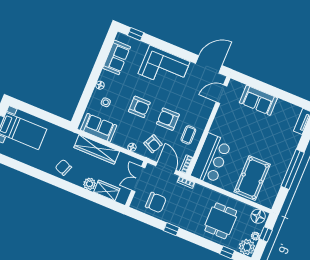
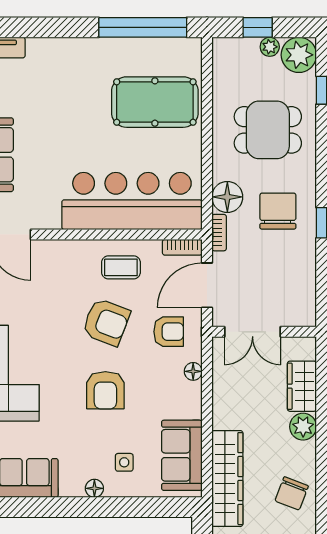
armchair: (139, 107) -> (105, 390), turned 180
armchair: (168, 119) -> (106, 322), turned -69
armchair: (153, 144) -> (169, 332), turned 63
wardrobe: (97, 149) -> (227, 479), moved
bar counter: (211, 159) -> (132, 201), width x1.36
window: (293, 169) -> (143, 27), moved
chair: (156, 203) -> (278, 211), moved
floor lamp: (258, 216) -> (227, 197), moved

